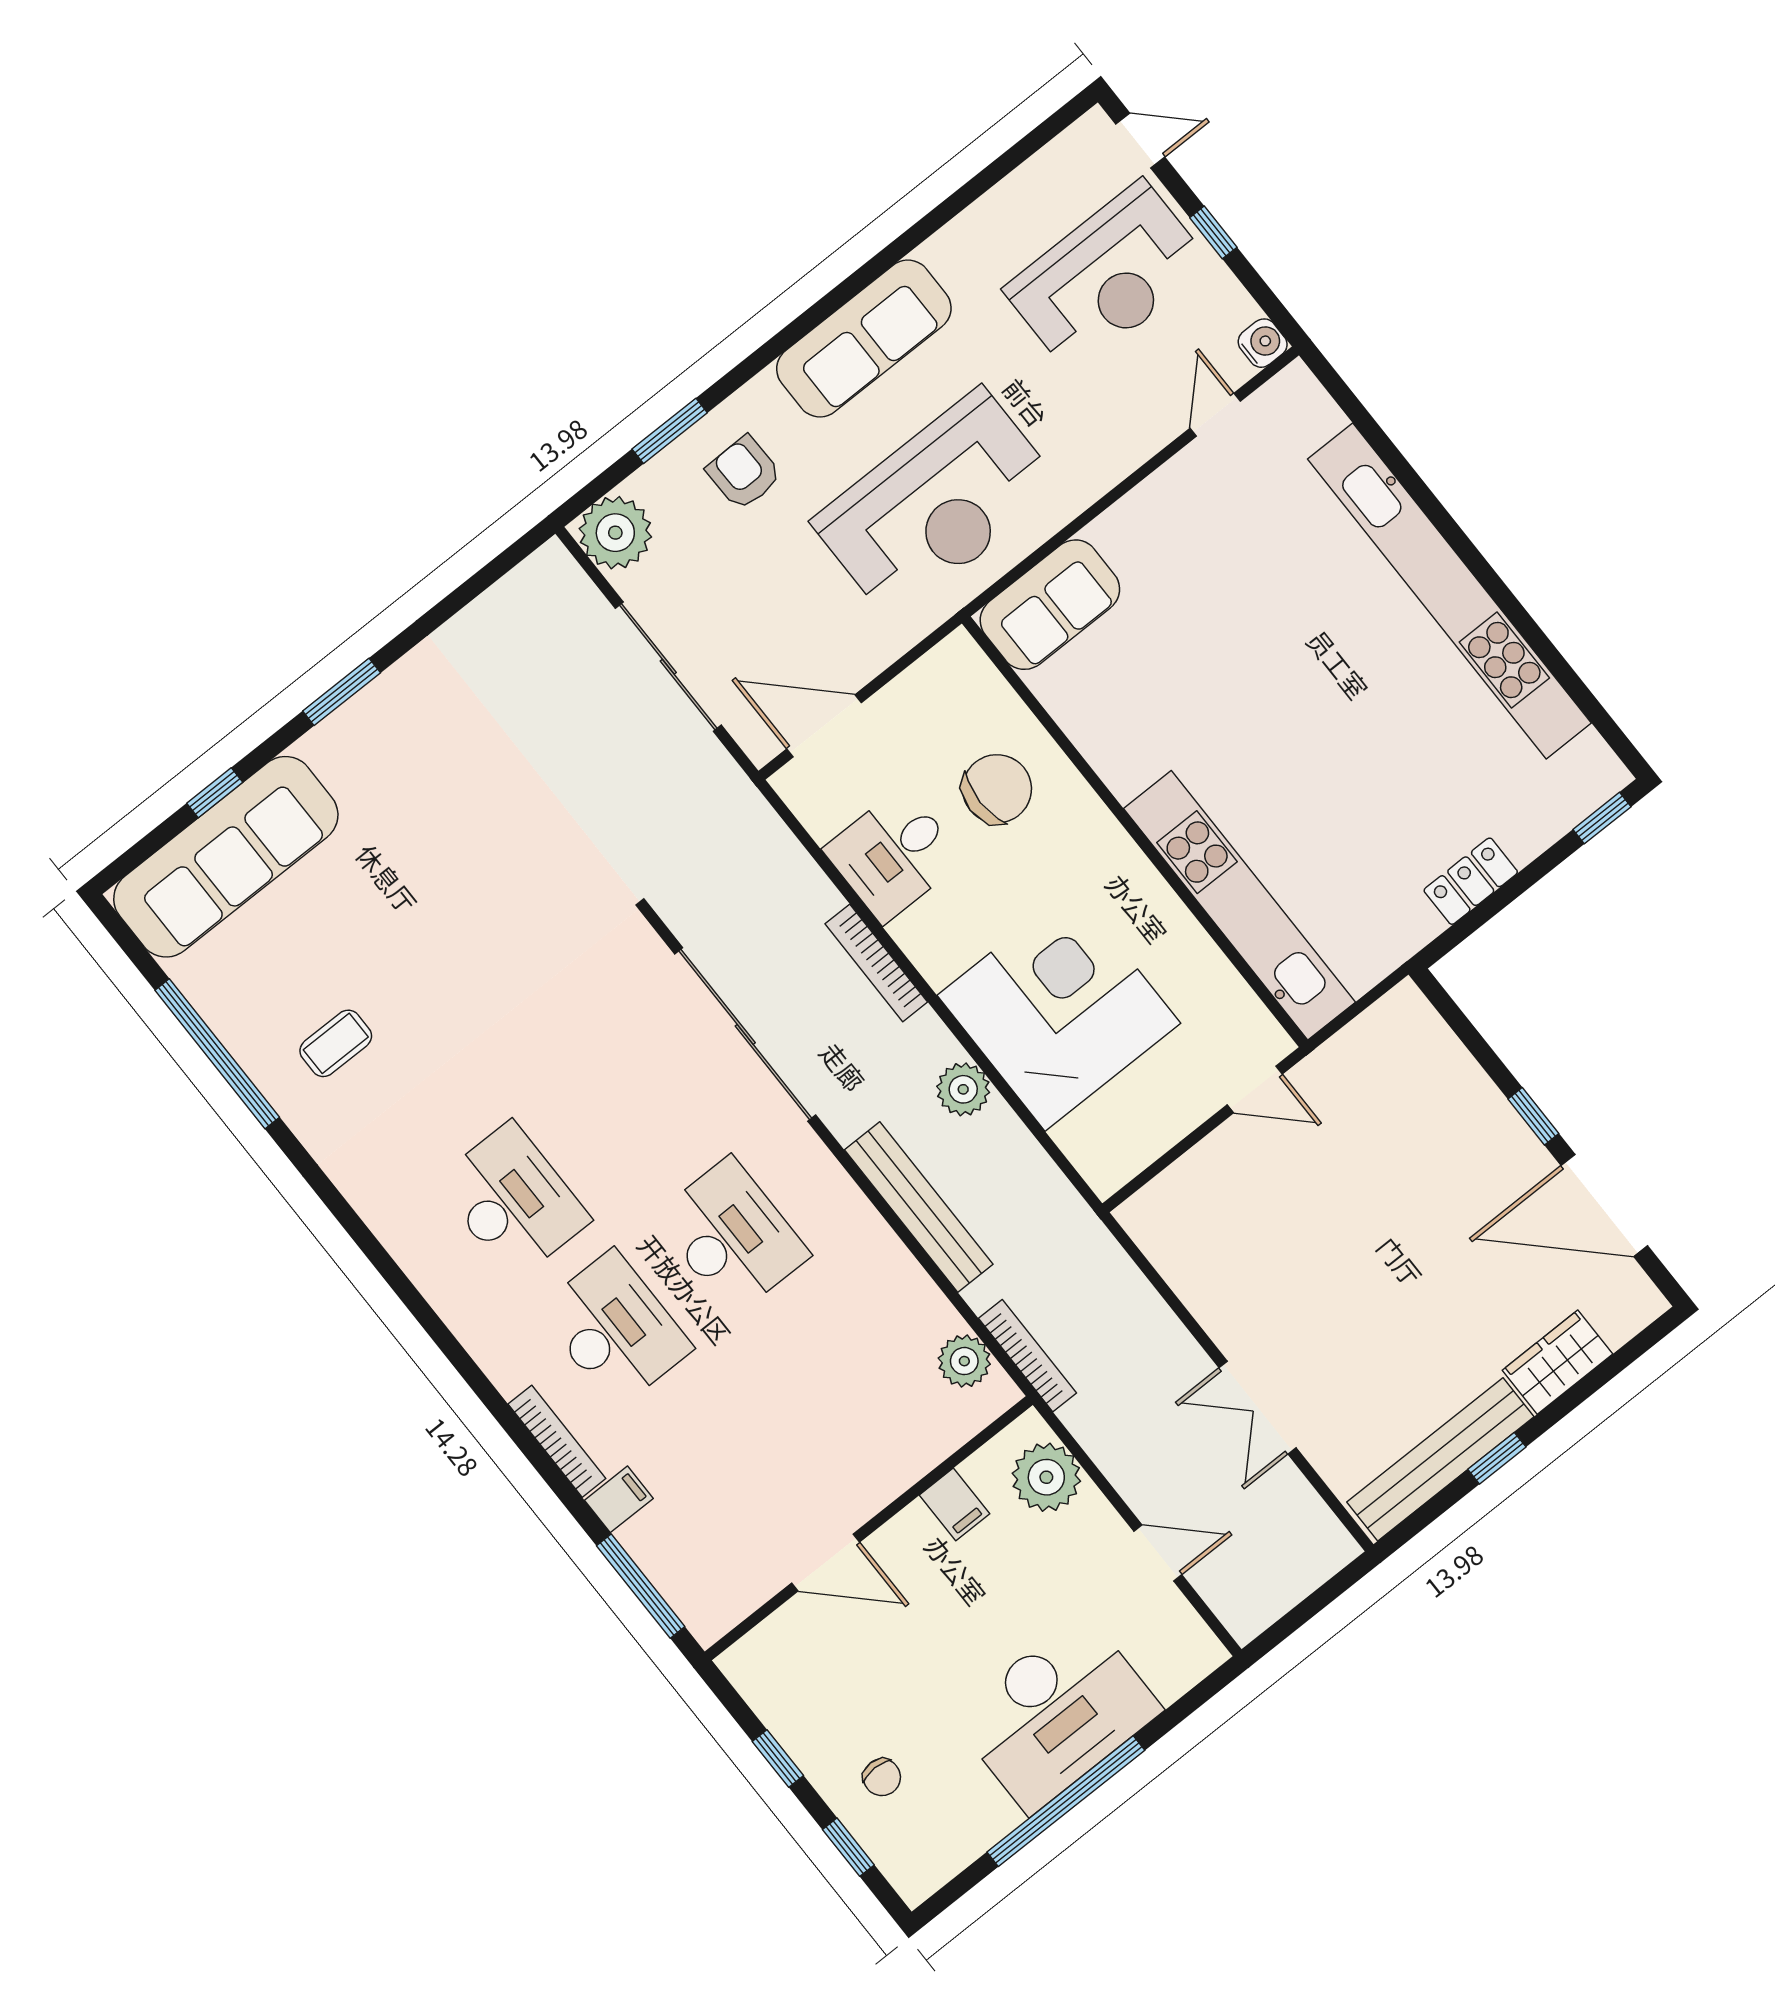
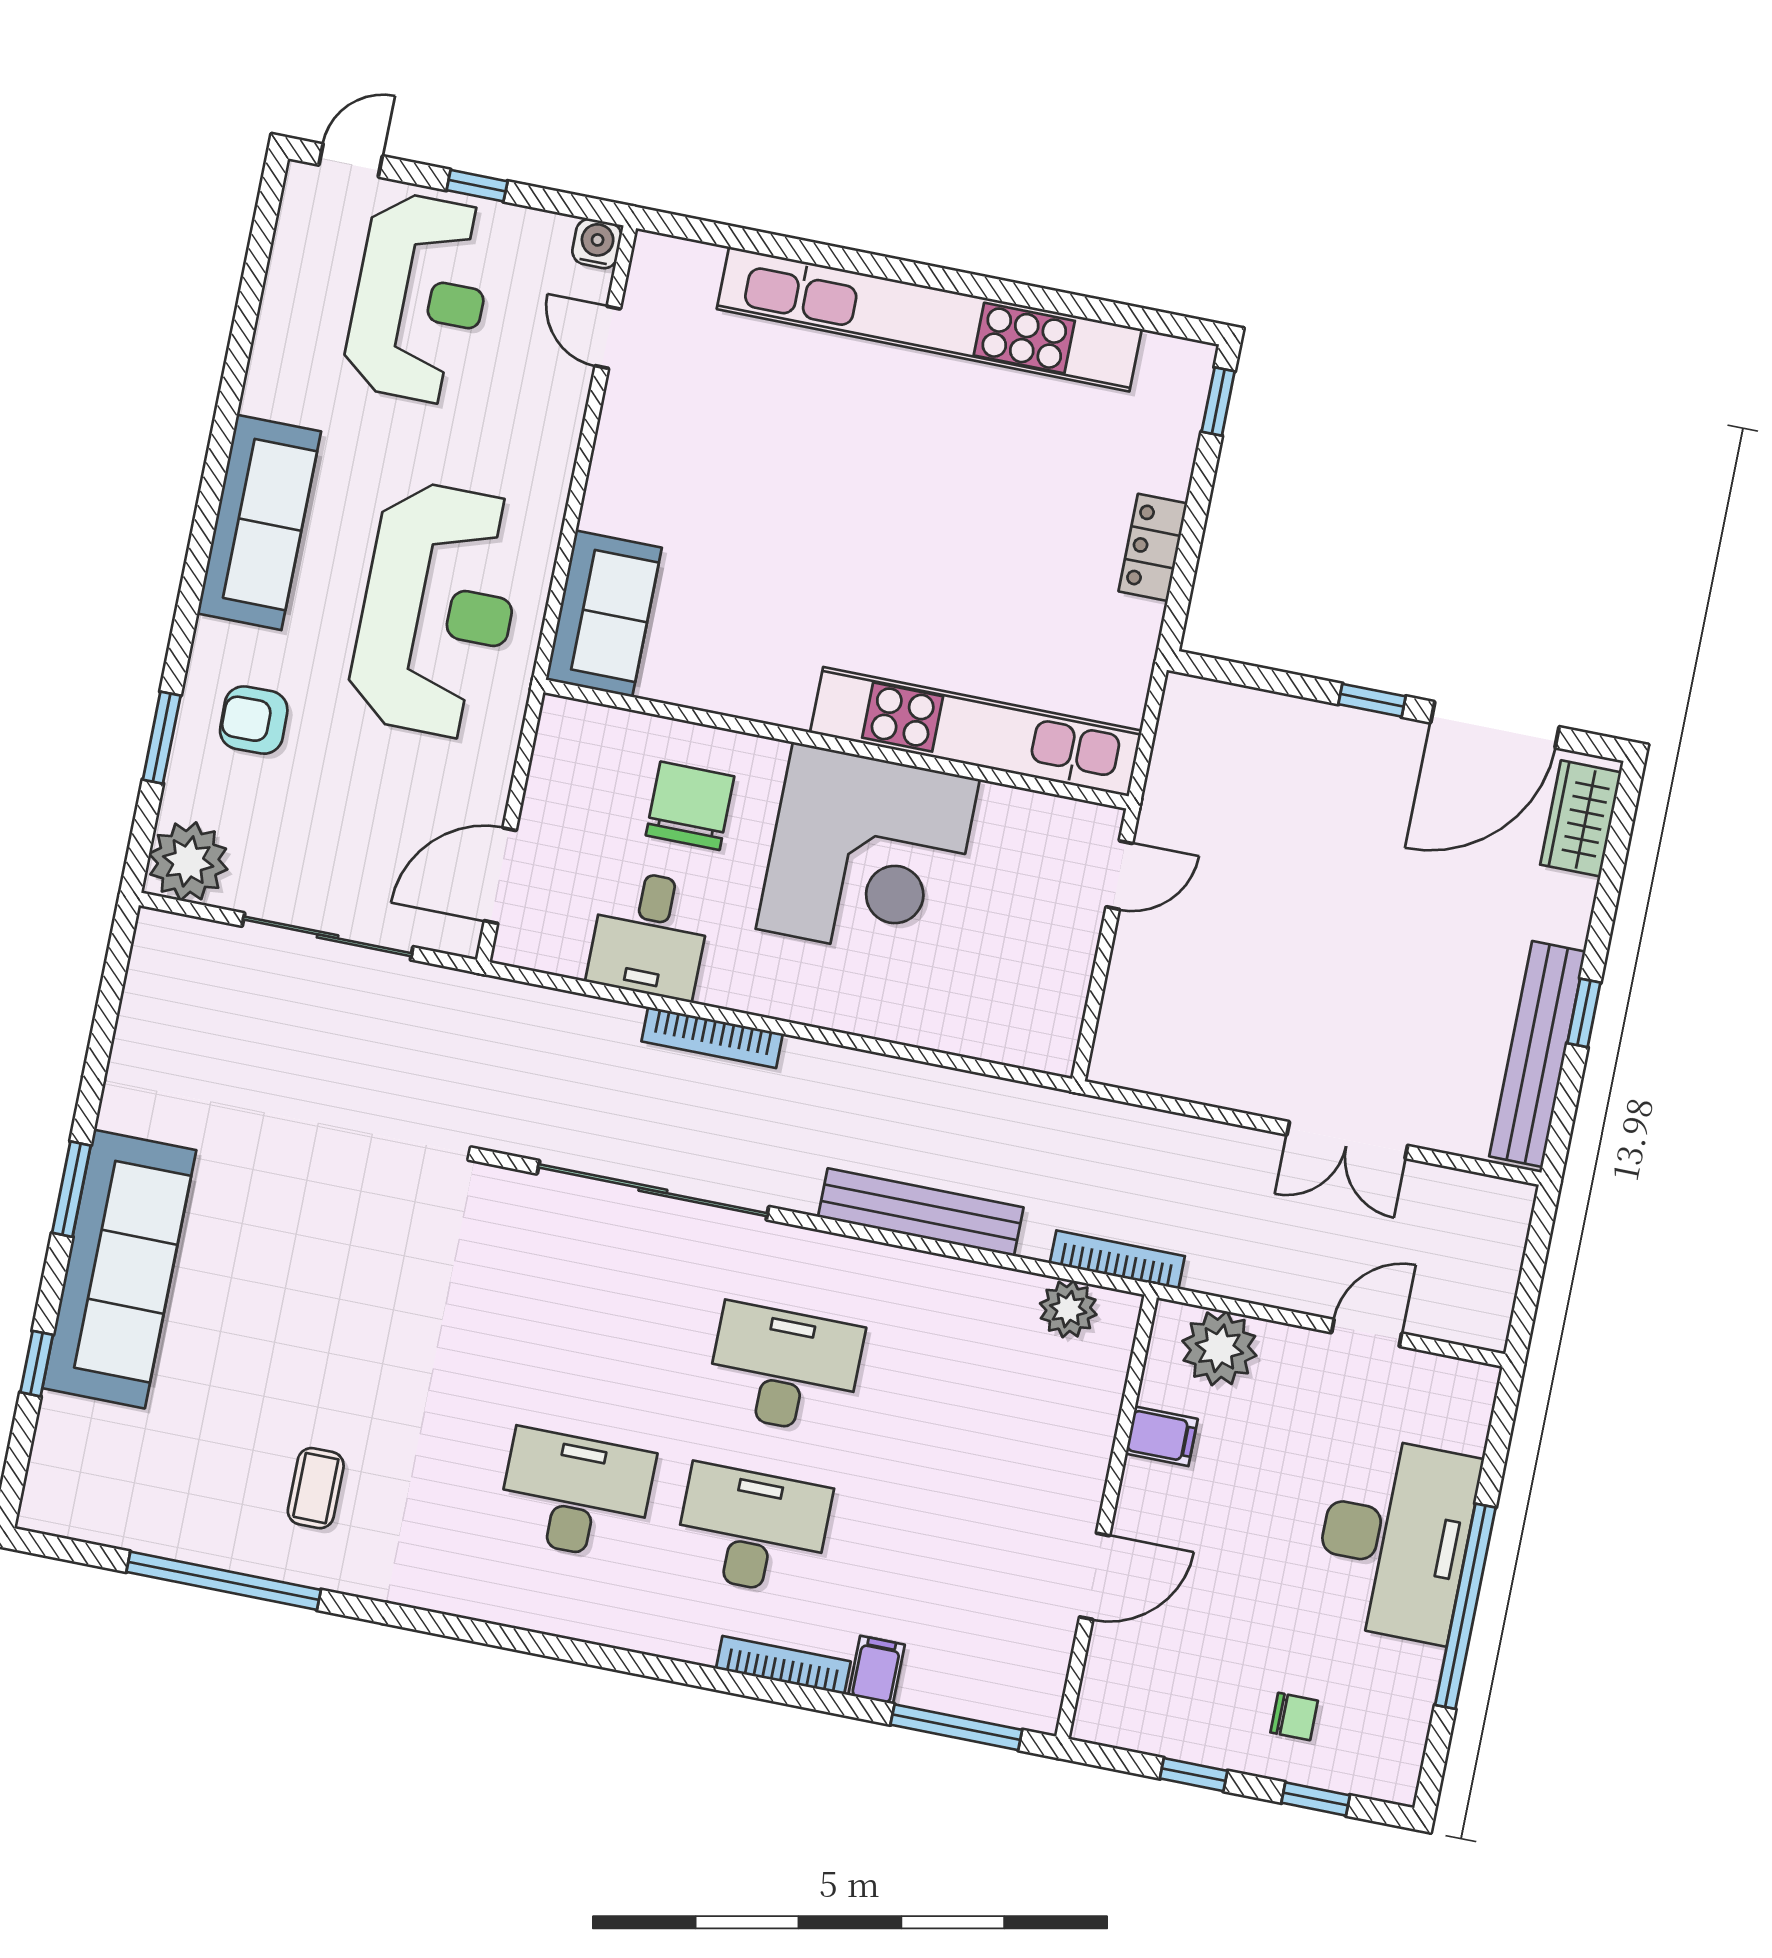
sofa: (226, 857) -> (119, 1269), moved
corner desk: (1059, 1009) -> (868, 854), moved, turned 180
plant: (963, 1089) -> (875, 1082), removed
wardrobe: (1557, 1362) -> (1581, 818), moved

